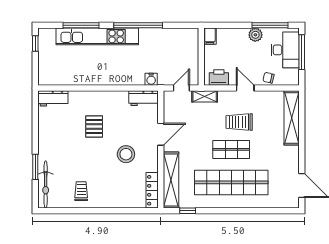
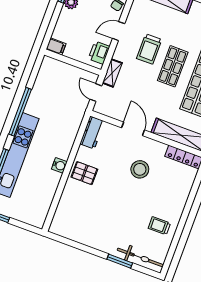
water cooler: (151, 79) -> (59, 165), moved
workbench: (53, 98) -> (60, 220), removed
pallet: (94, 126) -> (84, 173), moved

